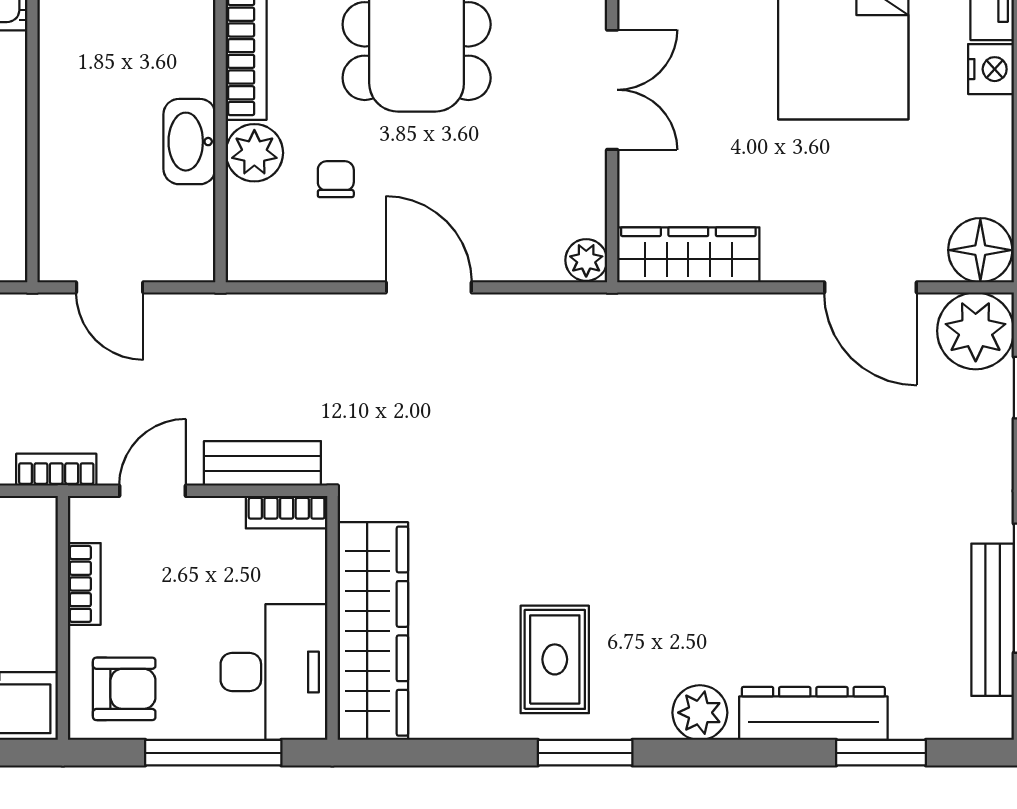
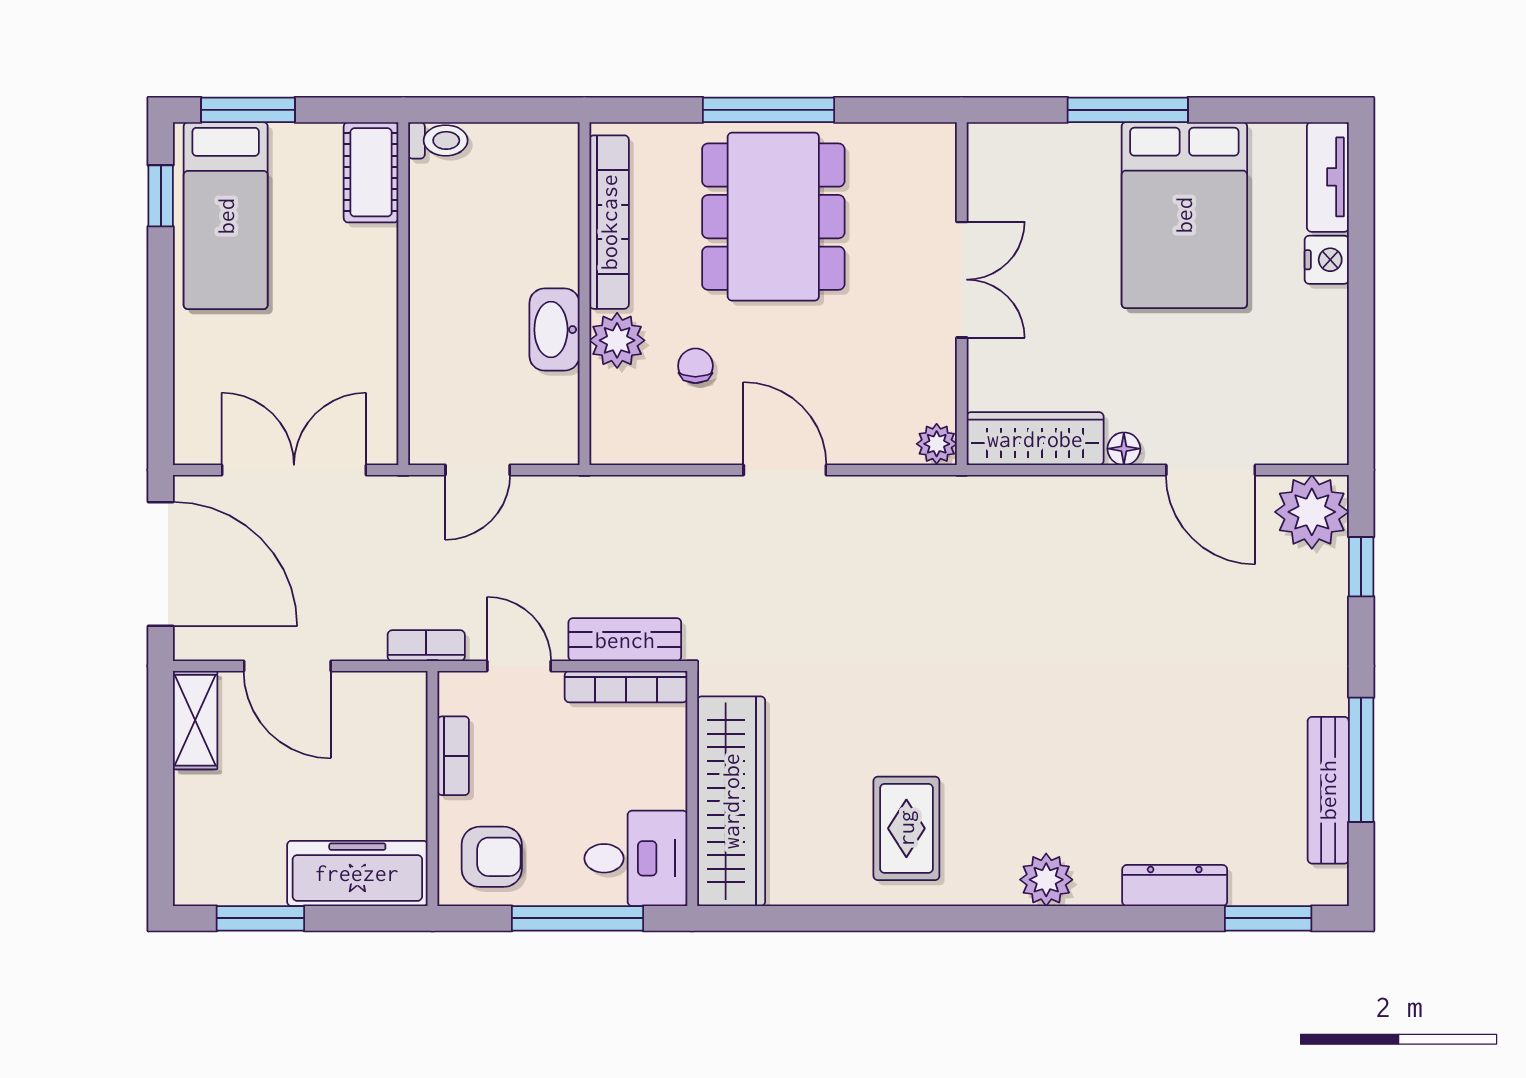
floor lamp: (980, 250) -> (1124, 449), moved, width x0.53, depth x0.53
door: (110, 287) -> (478, 470), hinge flipped
door: (153, 491) -> (519, 666), hinge flipped
bookcase: (287, 512) -> (626, 687), width x1.56
desk: (274, 672) -> (636, 858), width x0.73
dresser: (813, 713) -> (1175, 886), width x0.73, depth x0.80
window: (585, 753) -> (936, 918), removed
window: (881, 753) -> (1268, 918), moved

